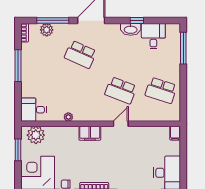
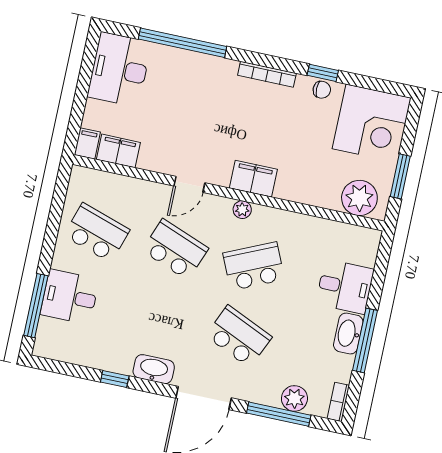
washbasin: (131, 29) -> (154, 369), moved
desk: (153, 36) -> (70, 297), moved, turned 90
washbasin: (27, 67) -> (348, 333), added
school desk: (81, 90) -> (254, 266), added
desk: (34, 110) -> (345, 287), moved
plant: (68, 117) -> (242, 210), moved
filing cabinet: (159, 133) -> (118, 151), added

